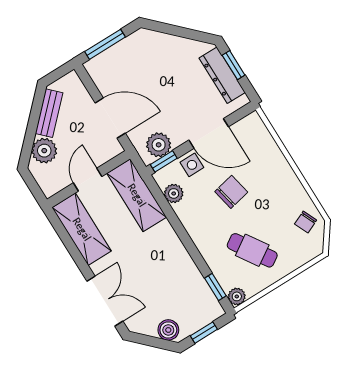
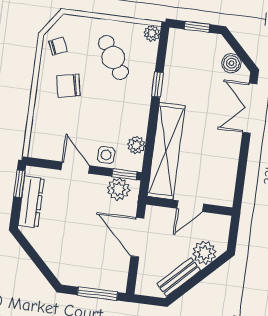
window: (234, 65) -> (19, 184), moved
door: (209, 133) -> (75, 168), width x0.73
chair: (231, 192) -> (68, 86), moved
shelving: (137, 195) -> (166, 151), width x1.47
shelving: (82, 229) -> (224, 174), removed
window: (215, 287) -> (158, 85), moved
boiler: (168, 330) -> (231, 63), moved

